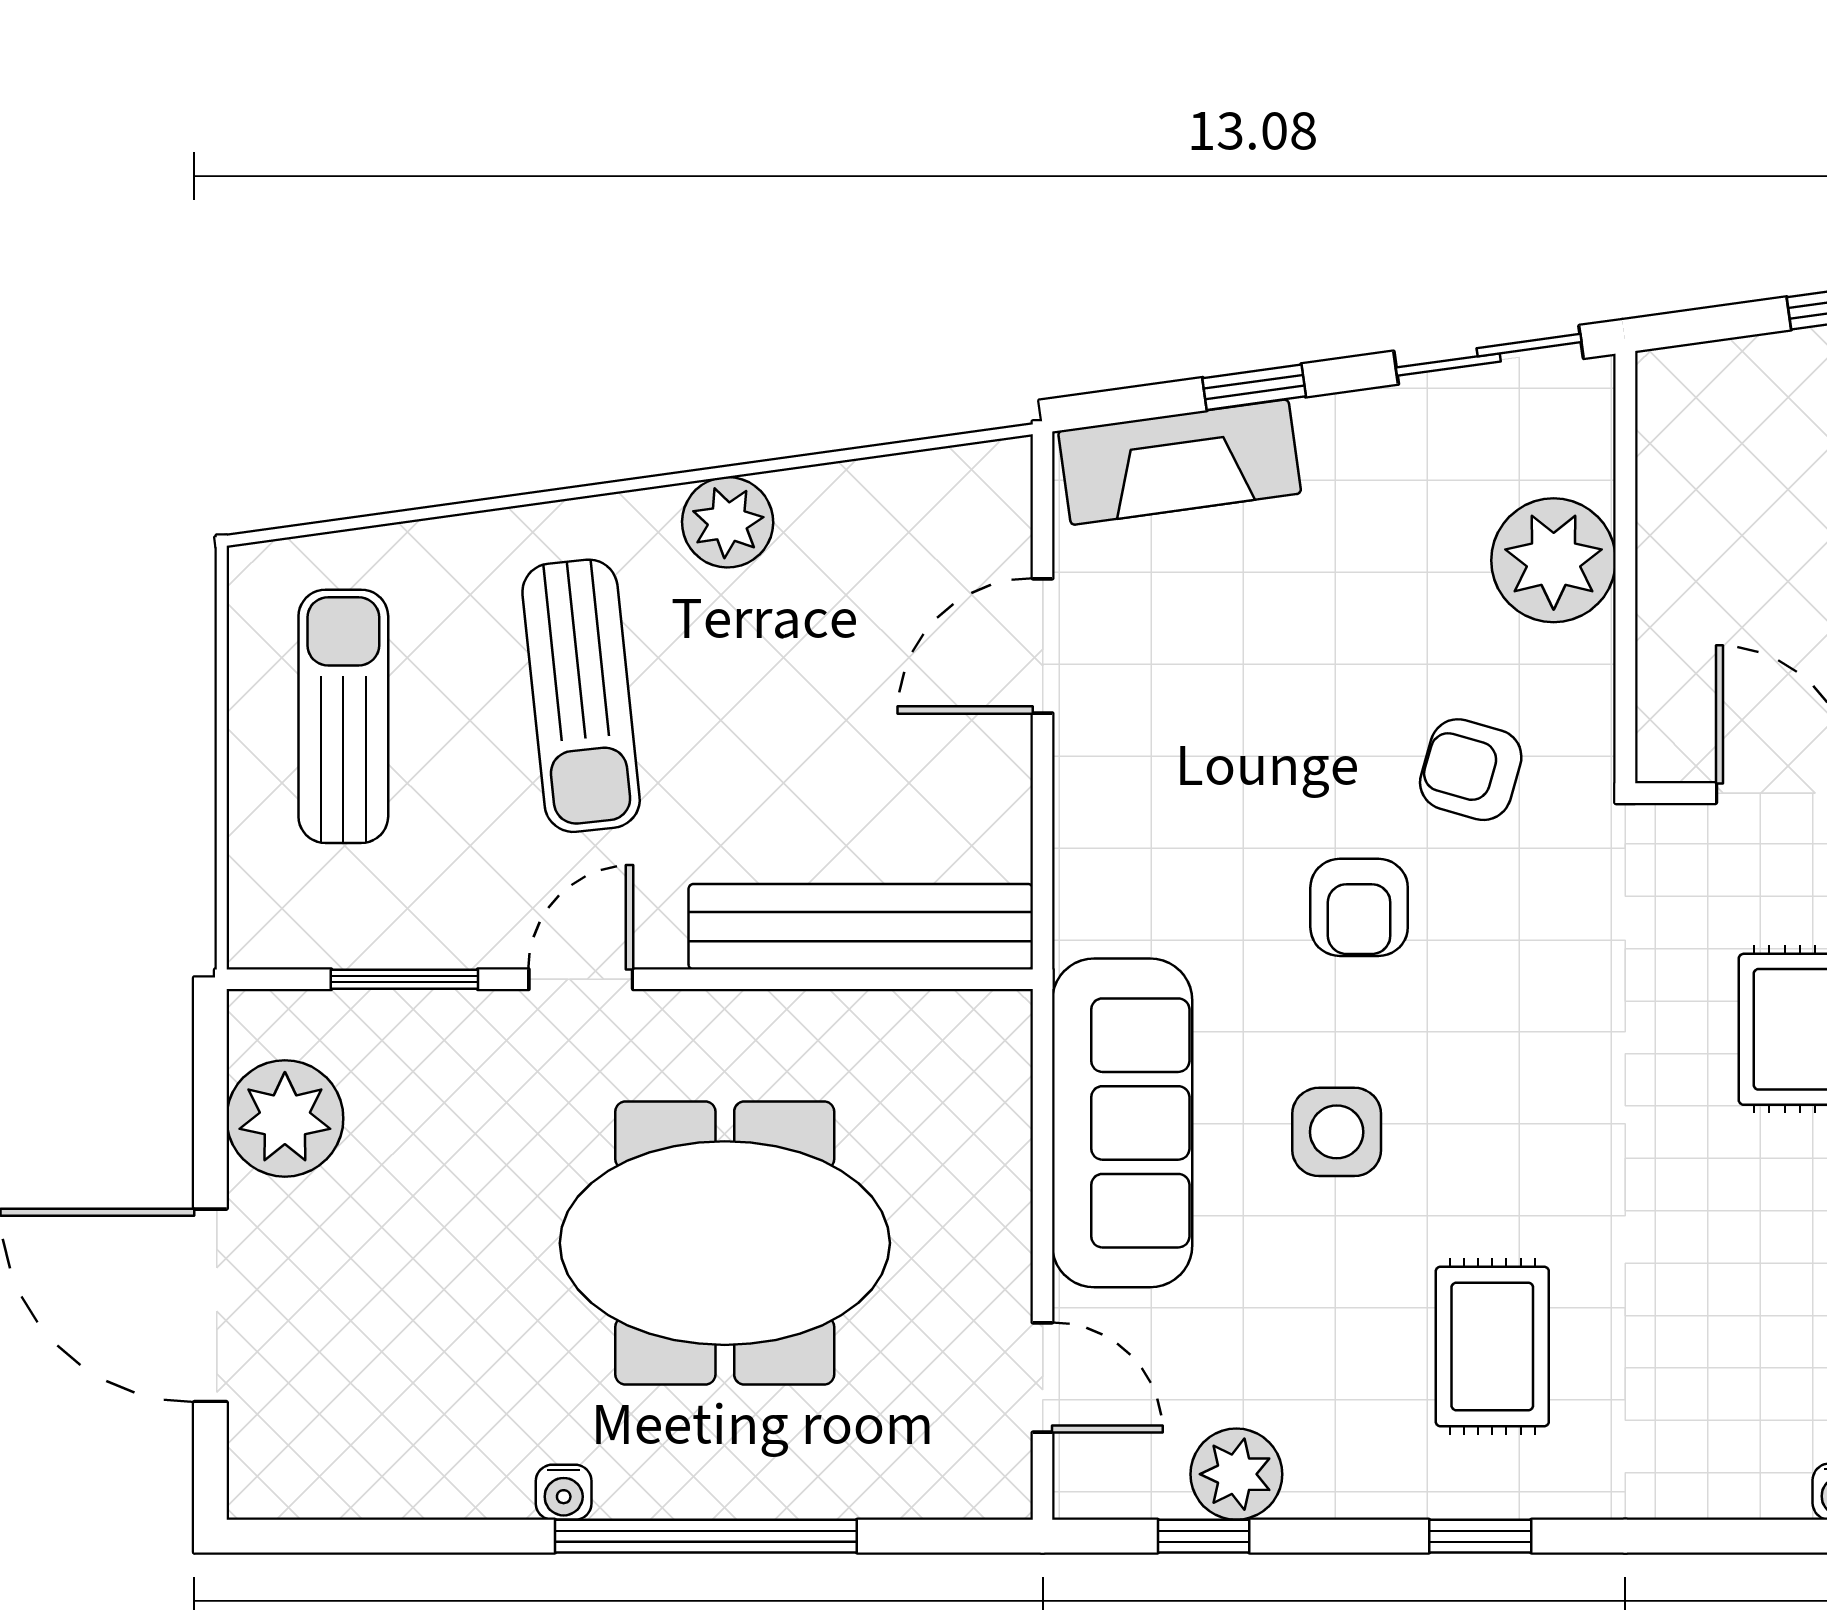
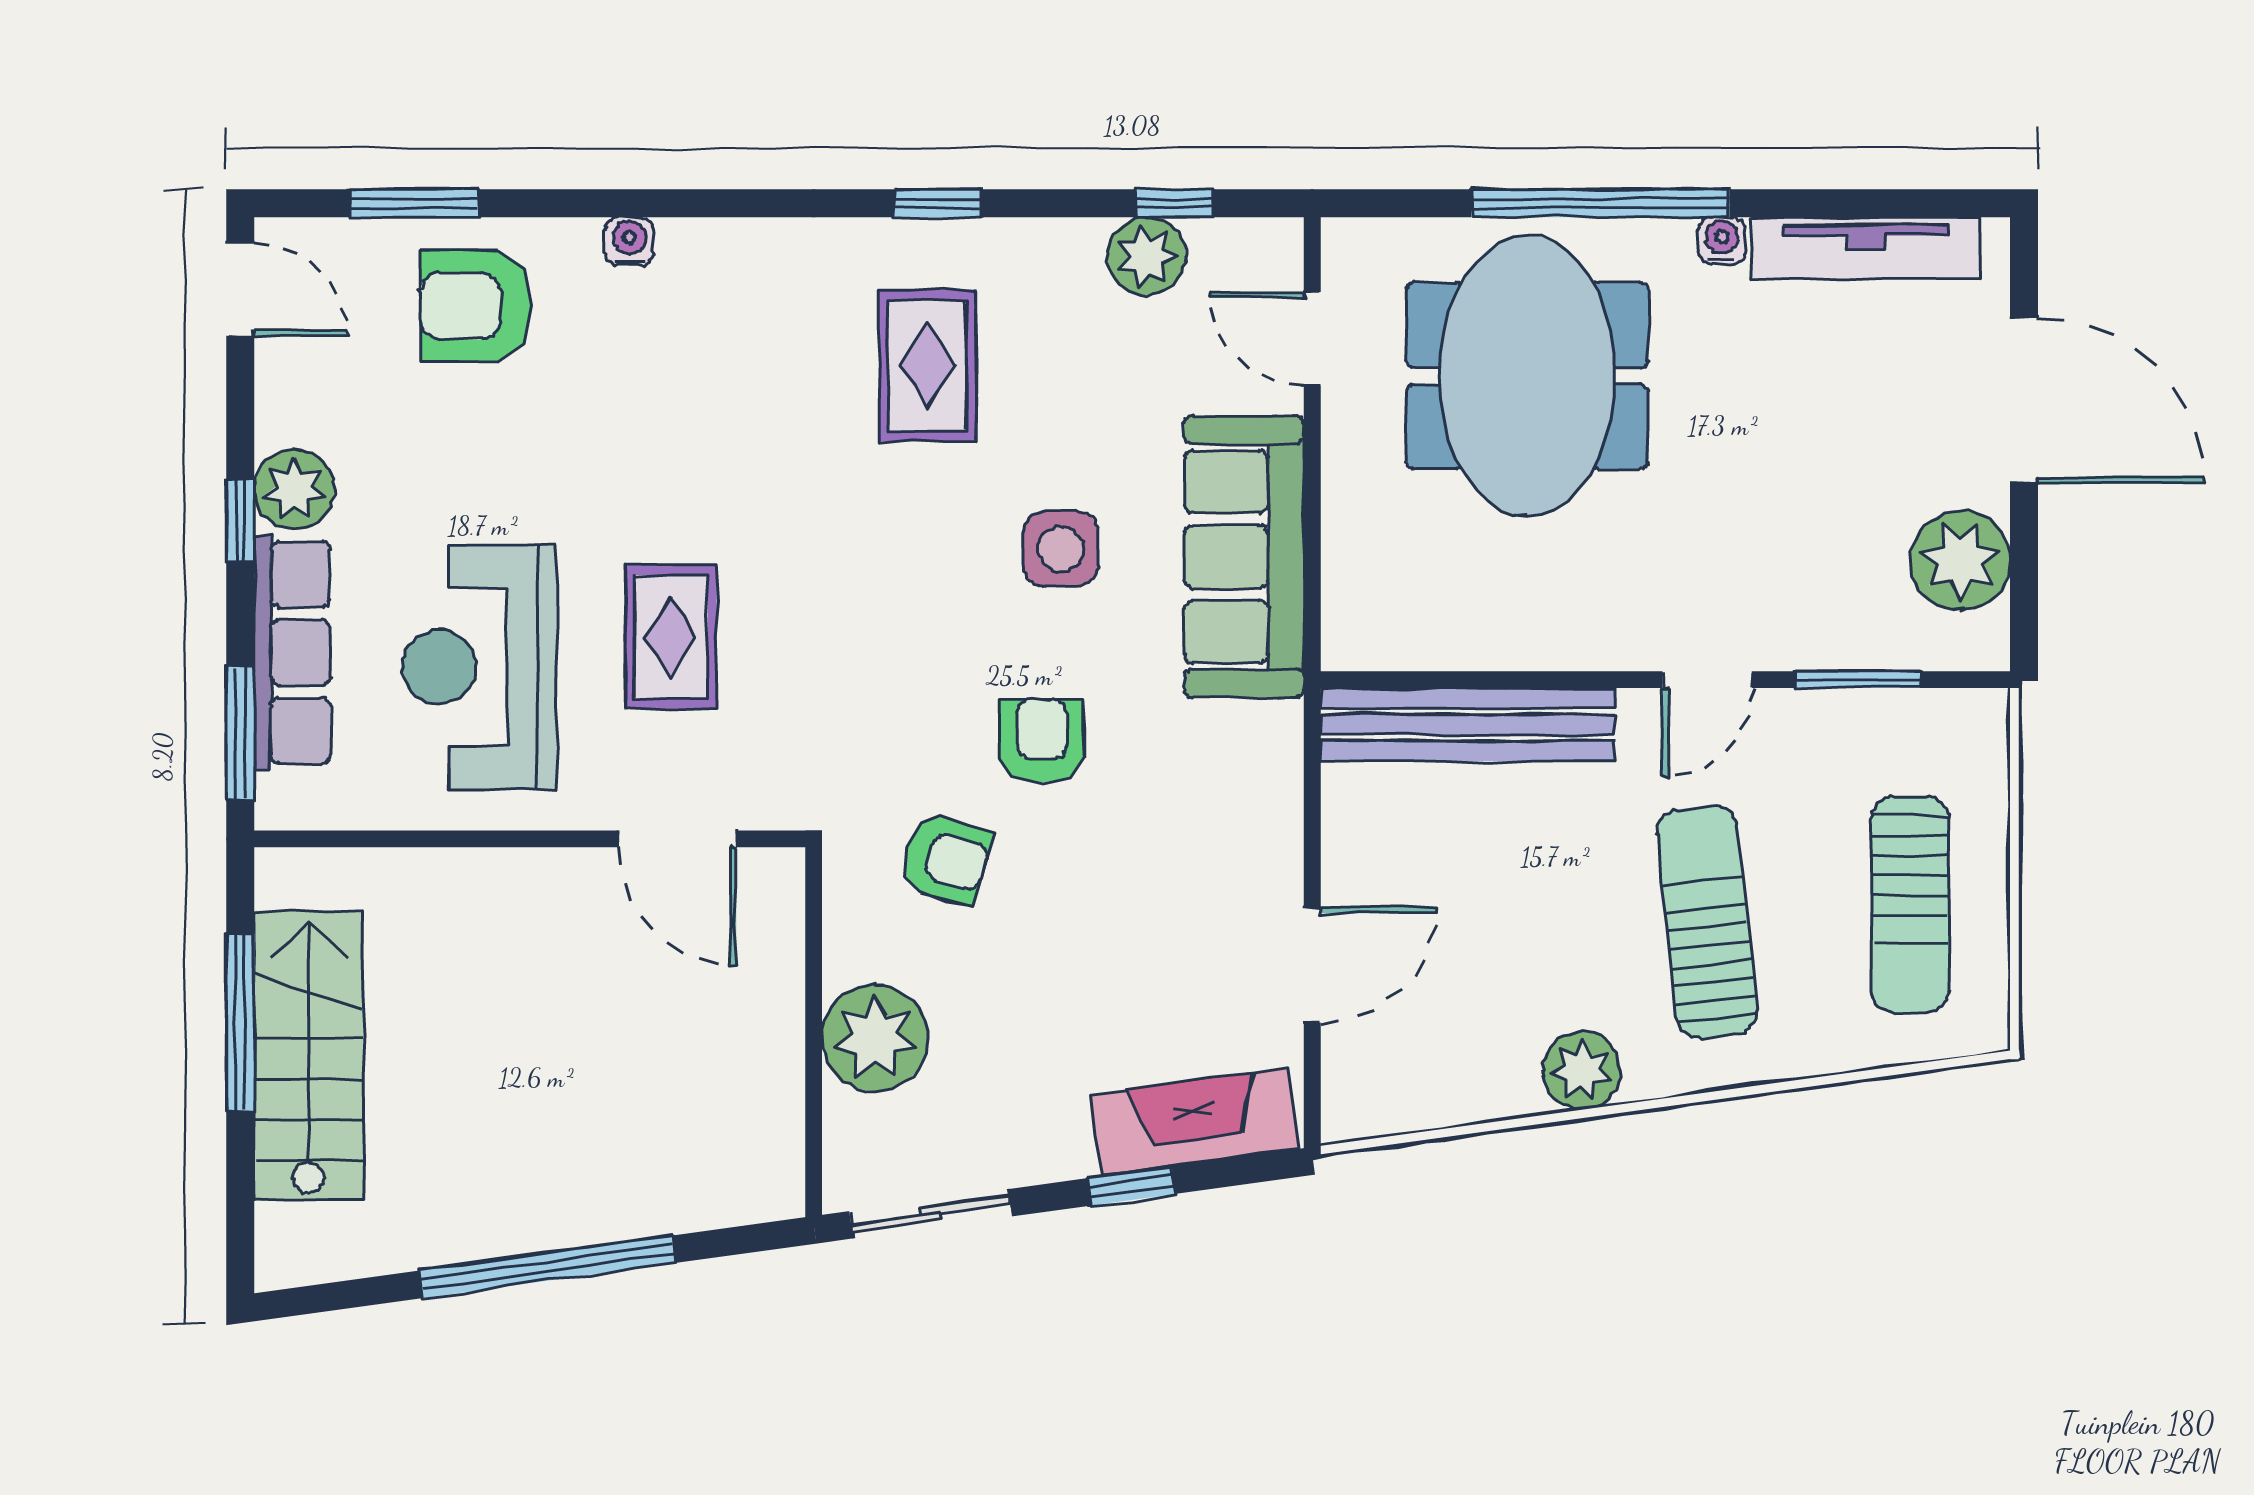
meeting table: (725, 1243) -> (1527, 376), moved, turned 90
tv unit: (396, 1484) -> (1866, 248), added

